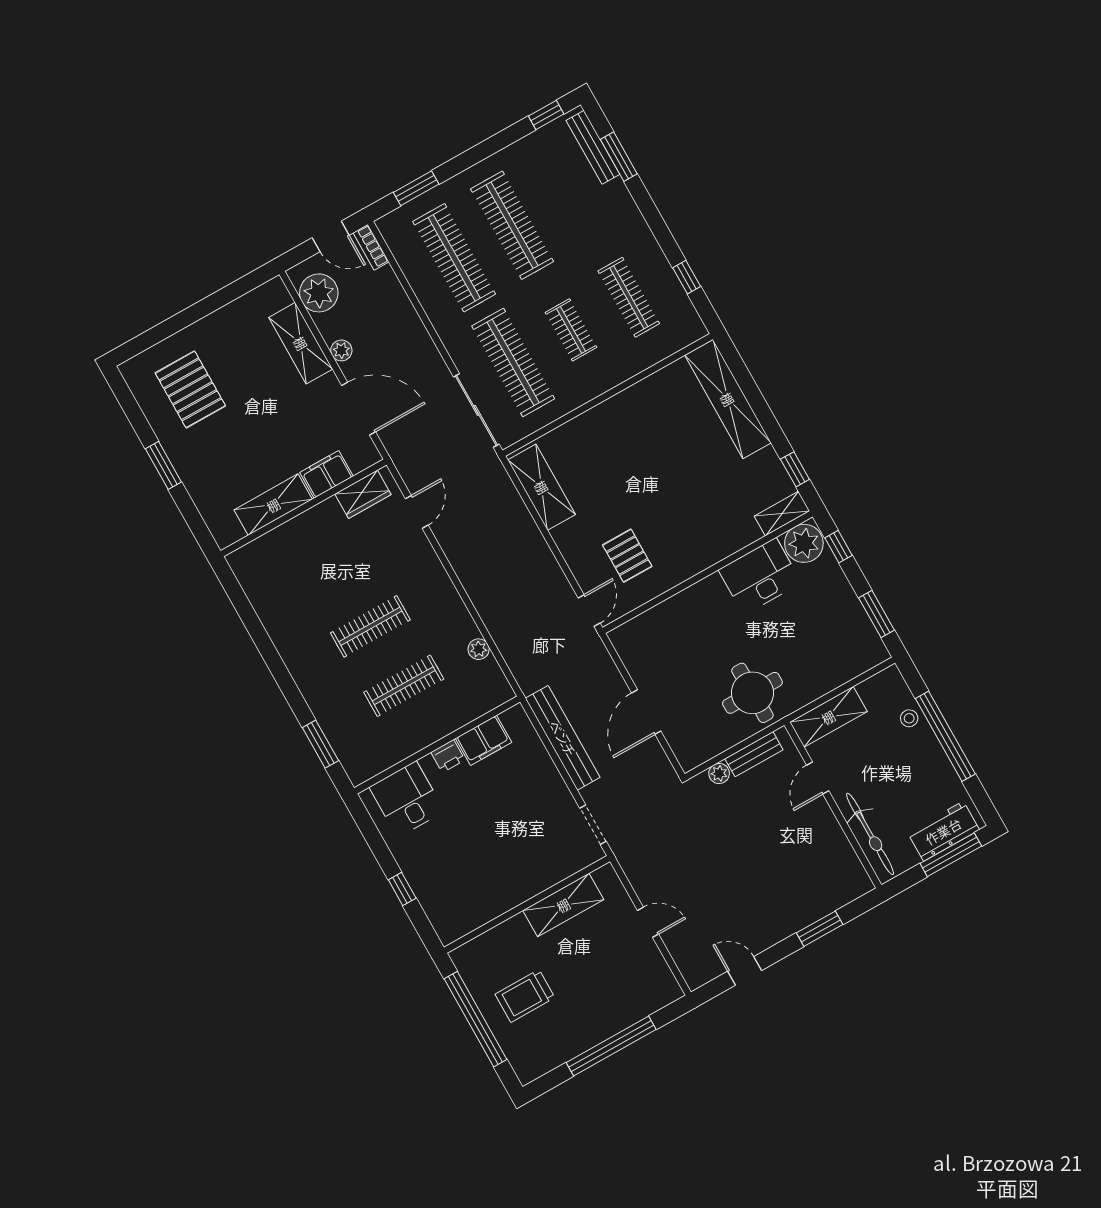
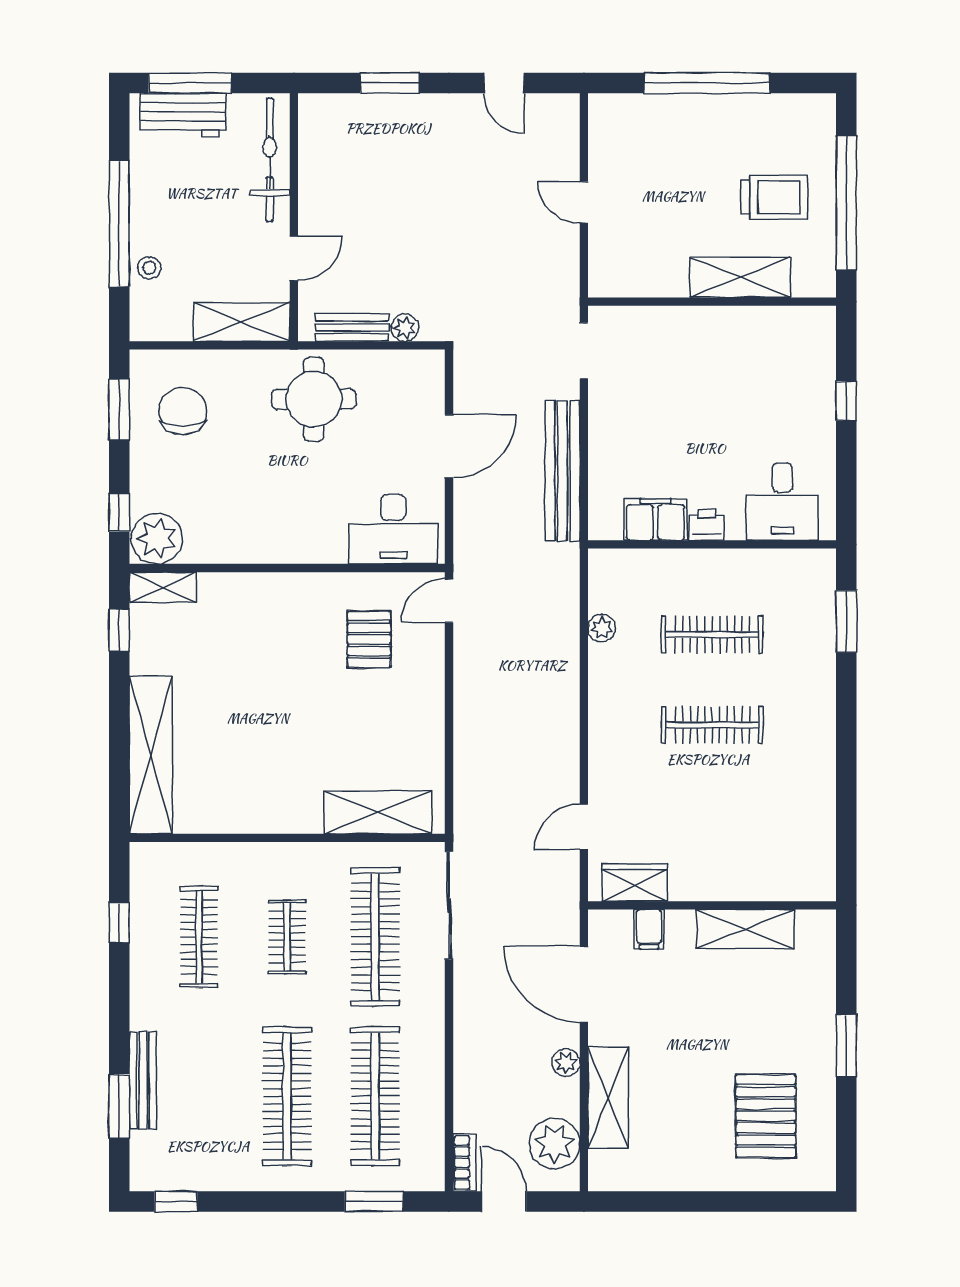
bench: (593, 147) -> (143, 1080), moved
filing cabinet: (326, 474) -> (649, 929), width x0.50
shelving: (542, 487) -> (378, 812), moved, turned 90
desk: (760, 576) -> (393, 529), moved
chair: (834, 637) -> (183, 411), added
shelving: (563, 905) -> (740, 277), moved

